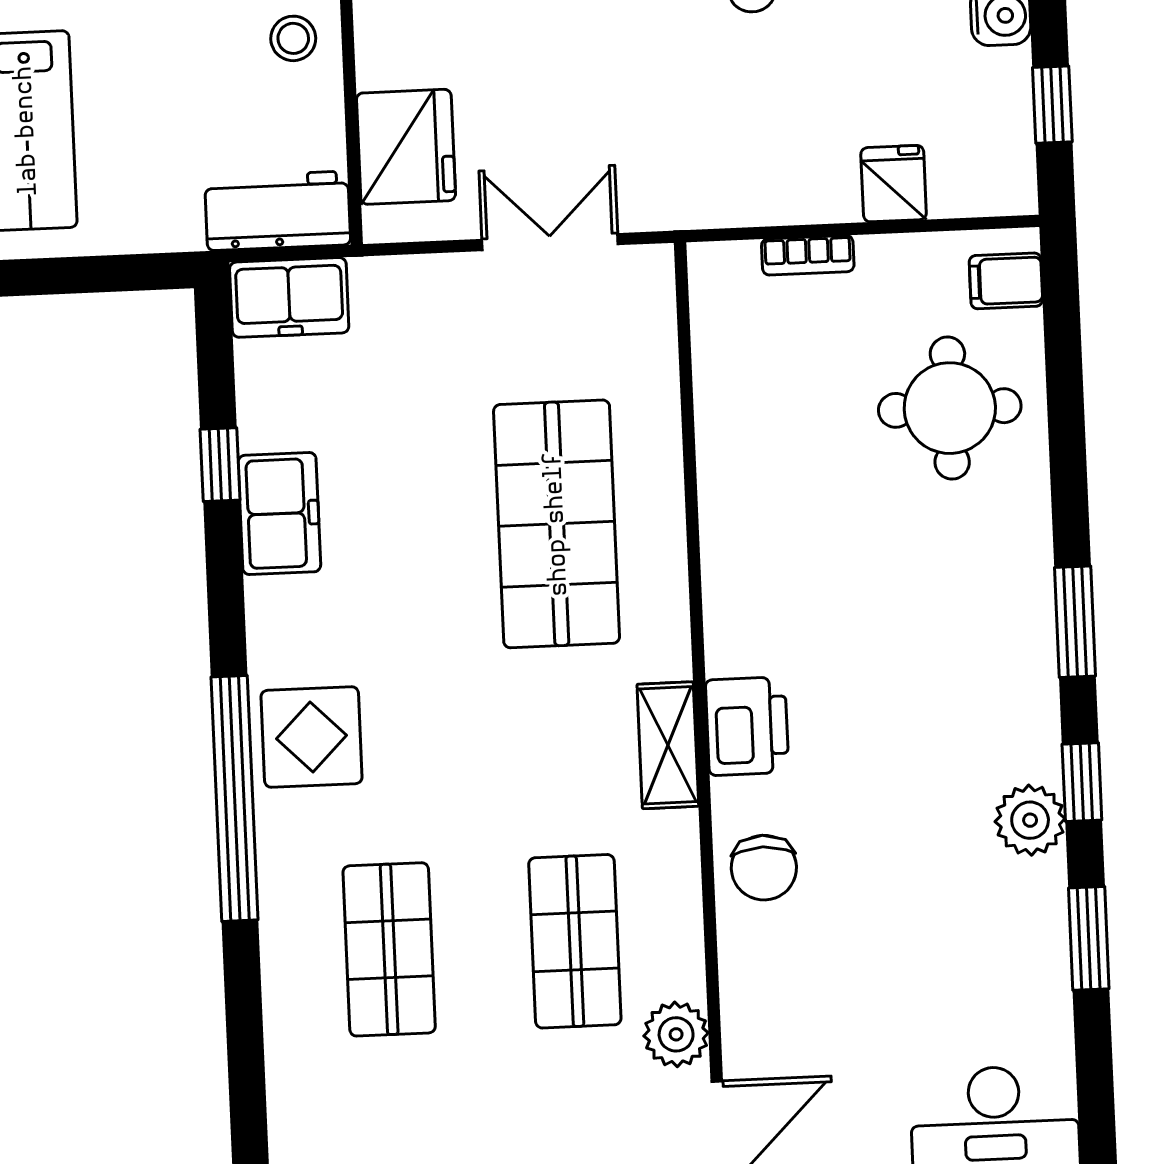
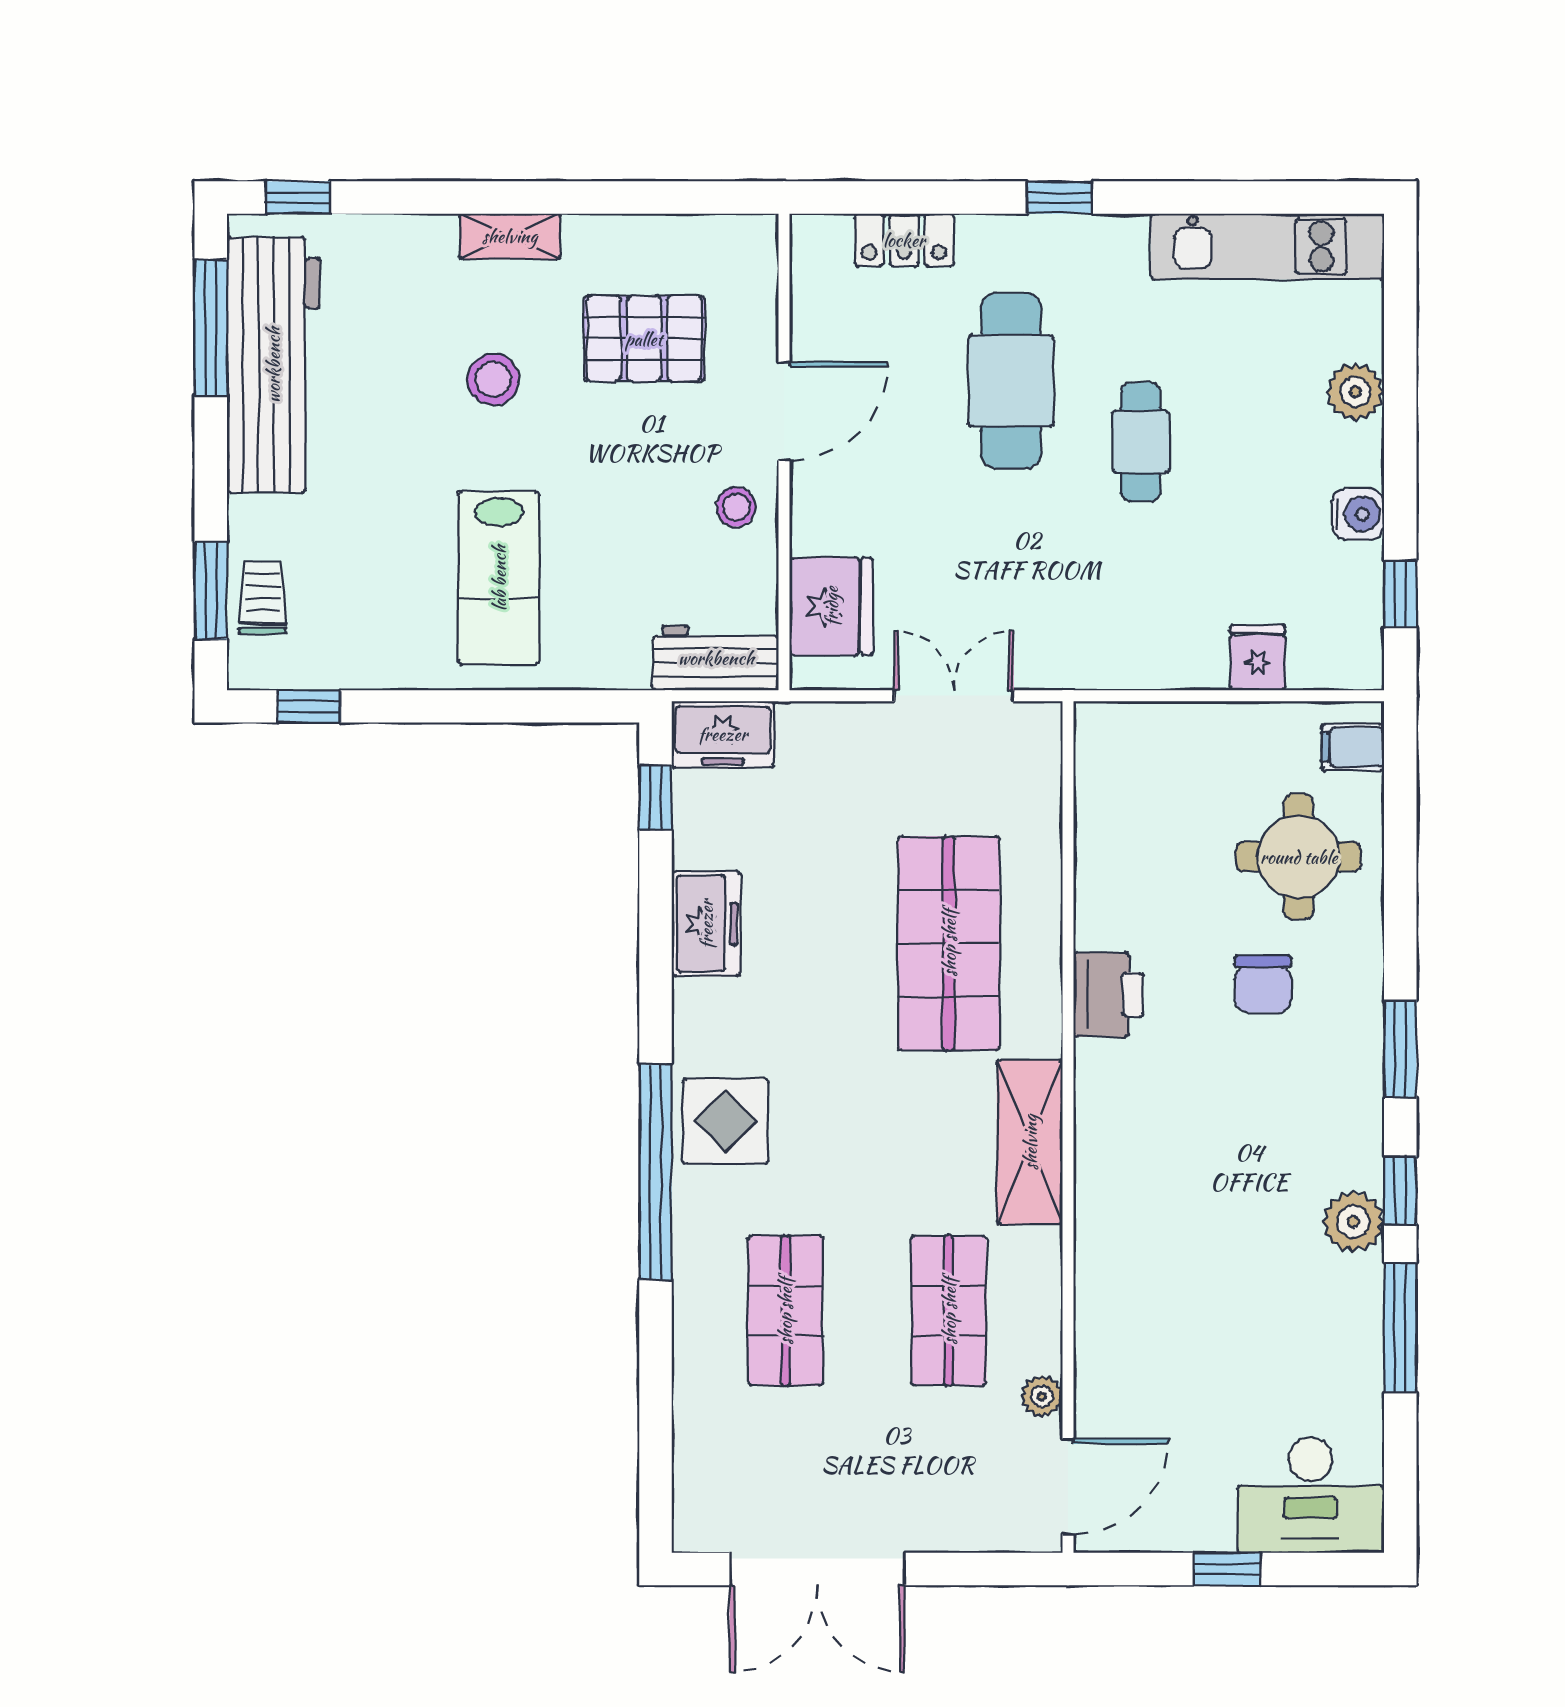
bookcase: (808, 255) -> (1180, 717), removed
window: (220, 465) -> (656, 798), moved
printer: (747, 726) -> (1108, 995), moved
shelving: (668, 745) -> (1030, 1142), width x1.50, depth x1.33
chair: (764, 868) -> (1263, 984), moved
window: (1089, 938) -> (1400, 1328), width x1.44
plant: (676, 1034) -> (1042, 1396), width x0.73, depth x0.73

